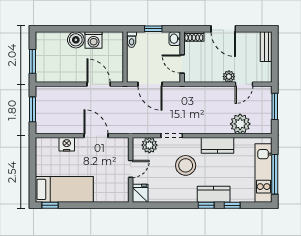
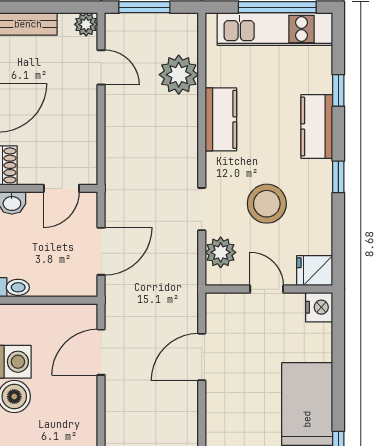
plant: (229, 77) -> (86, 24), moved
nightstand: (67, 144) -> (319, 307), moved, turned 180
stool: (186, 165) -> (267, 204), moved
window: (206, 205) -> (338, 177), moved

